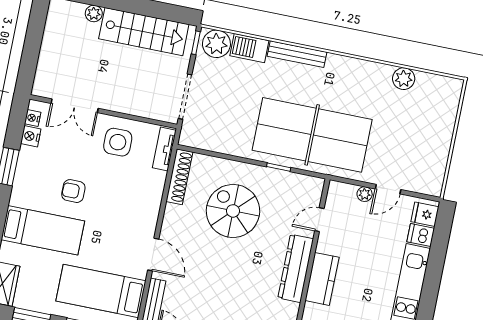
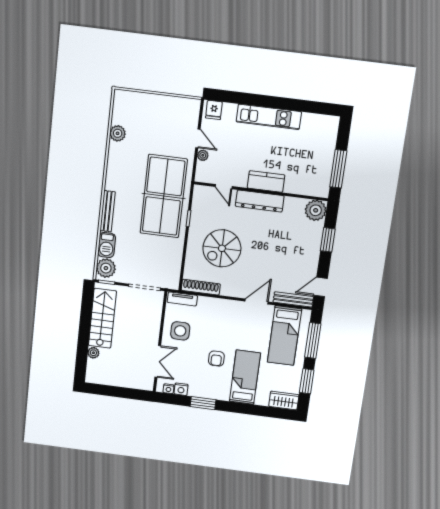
dishwasher: (421, 235) -> (229, 112), removed

